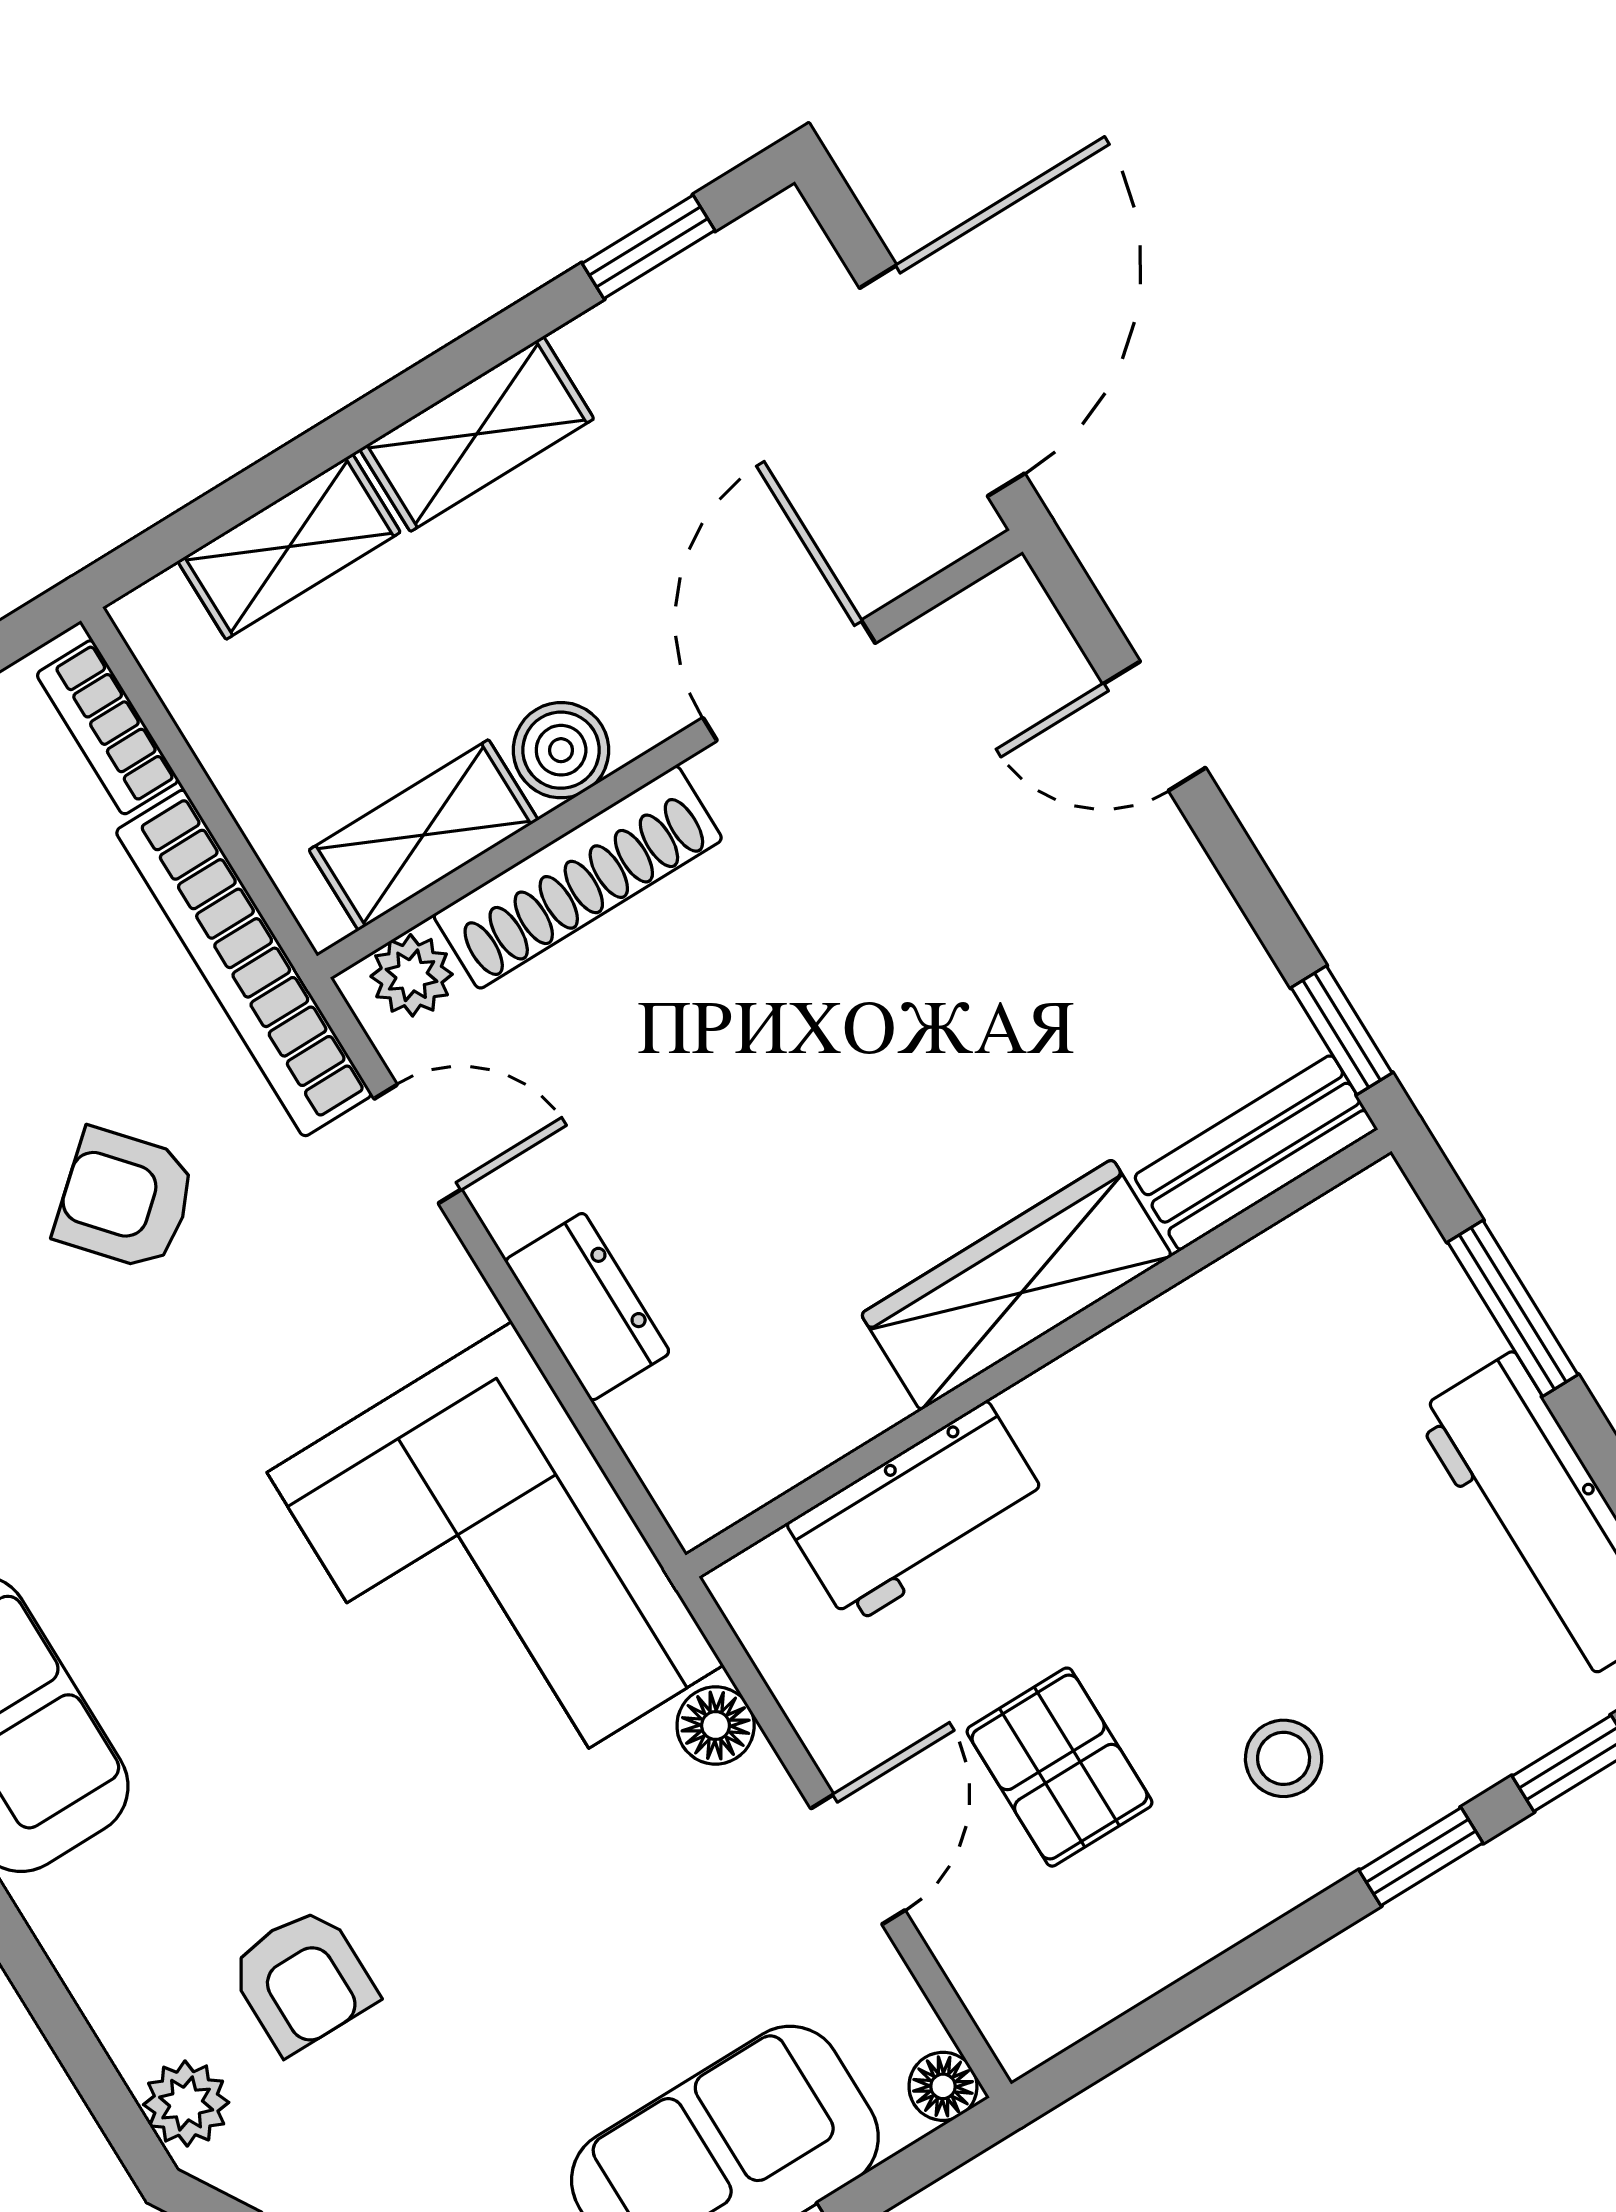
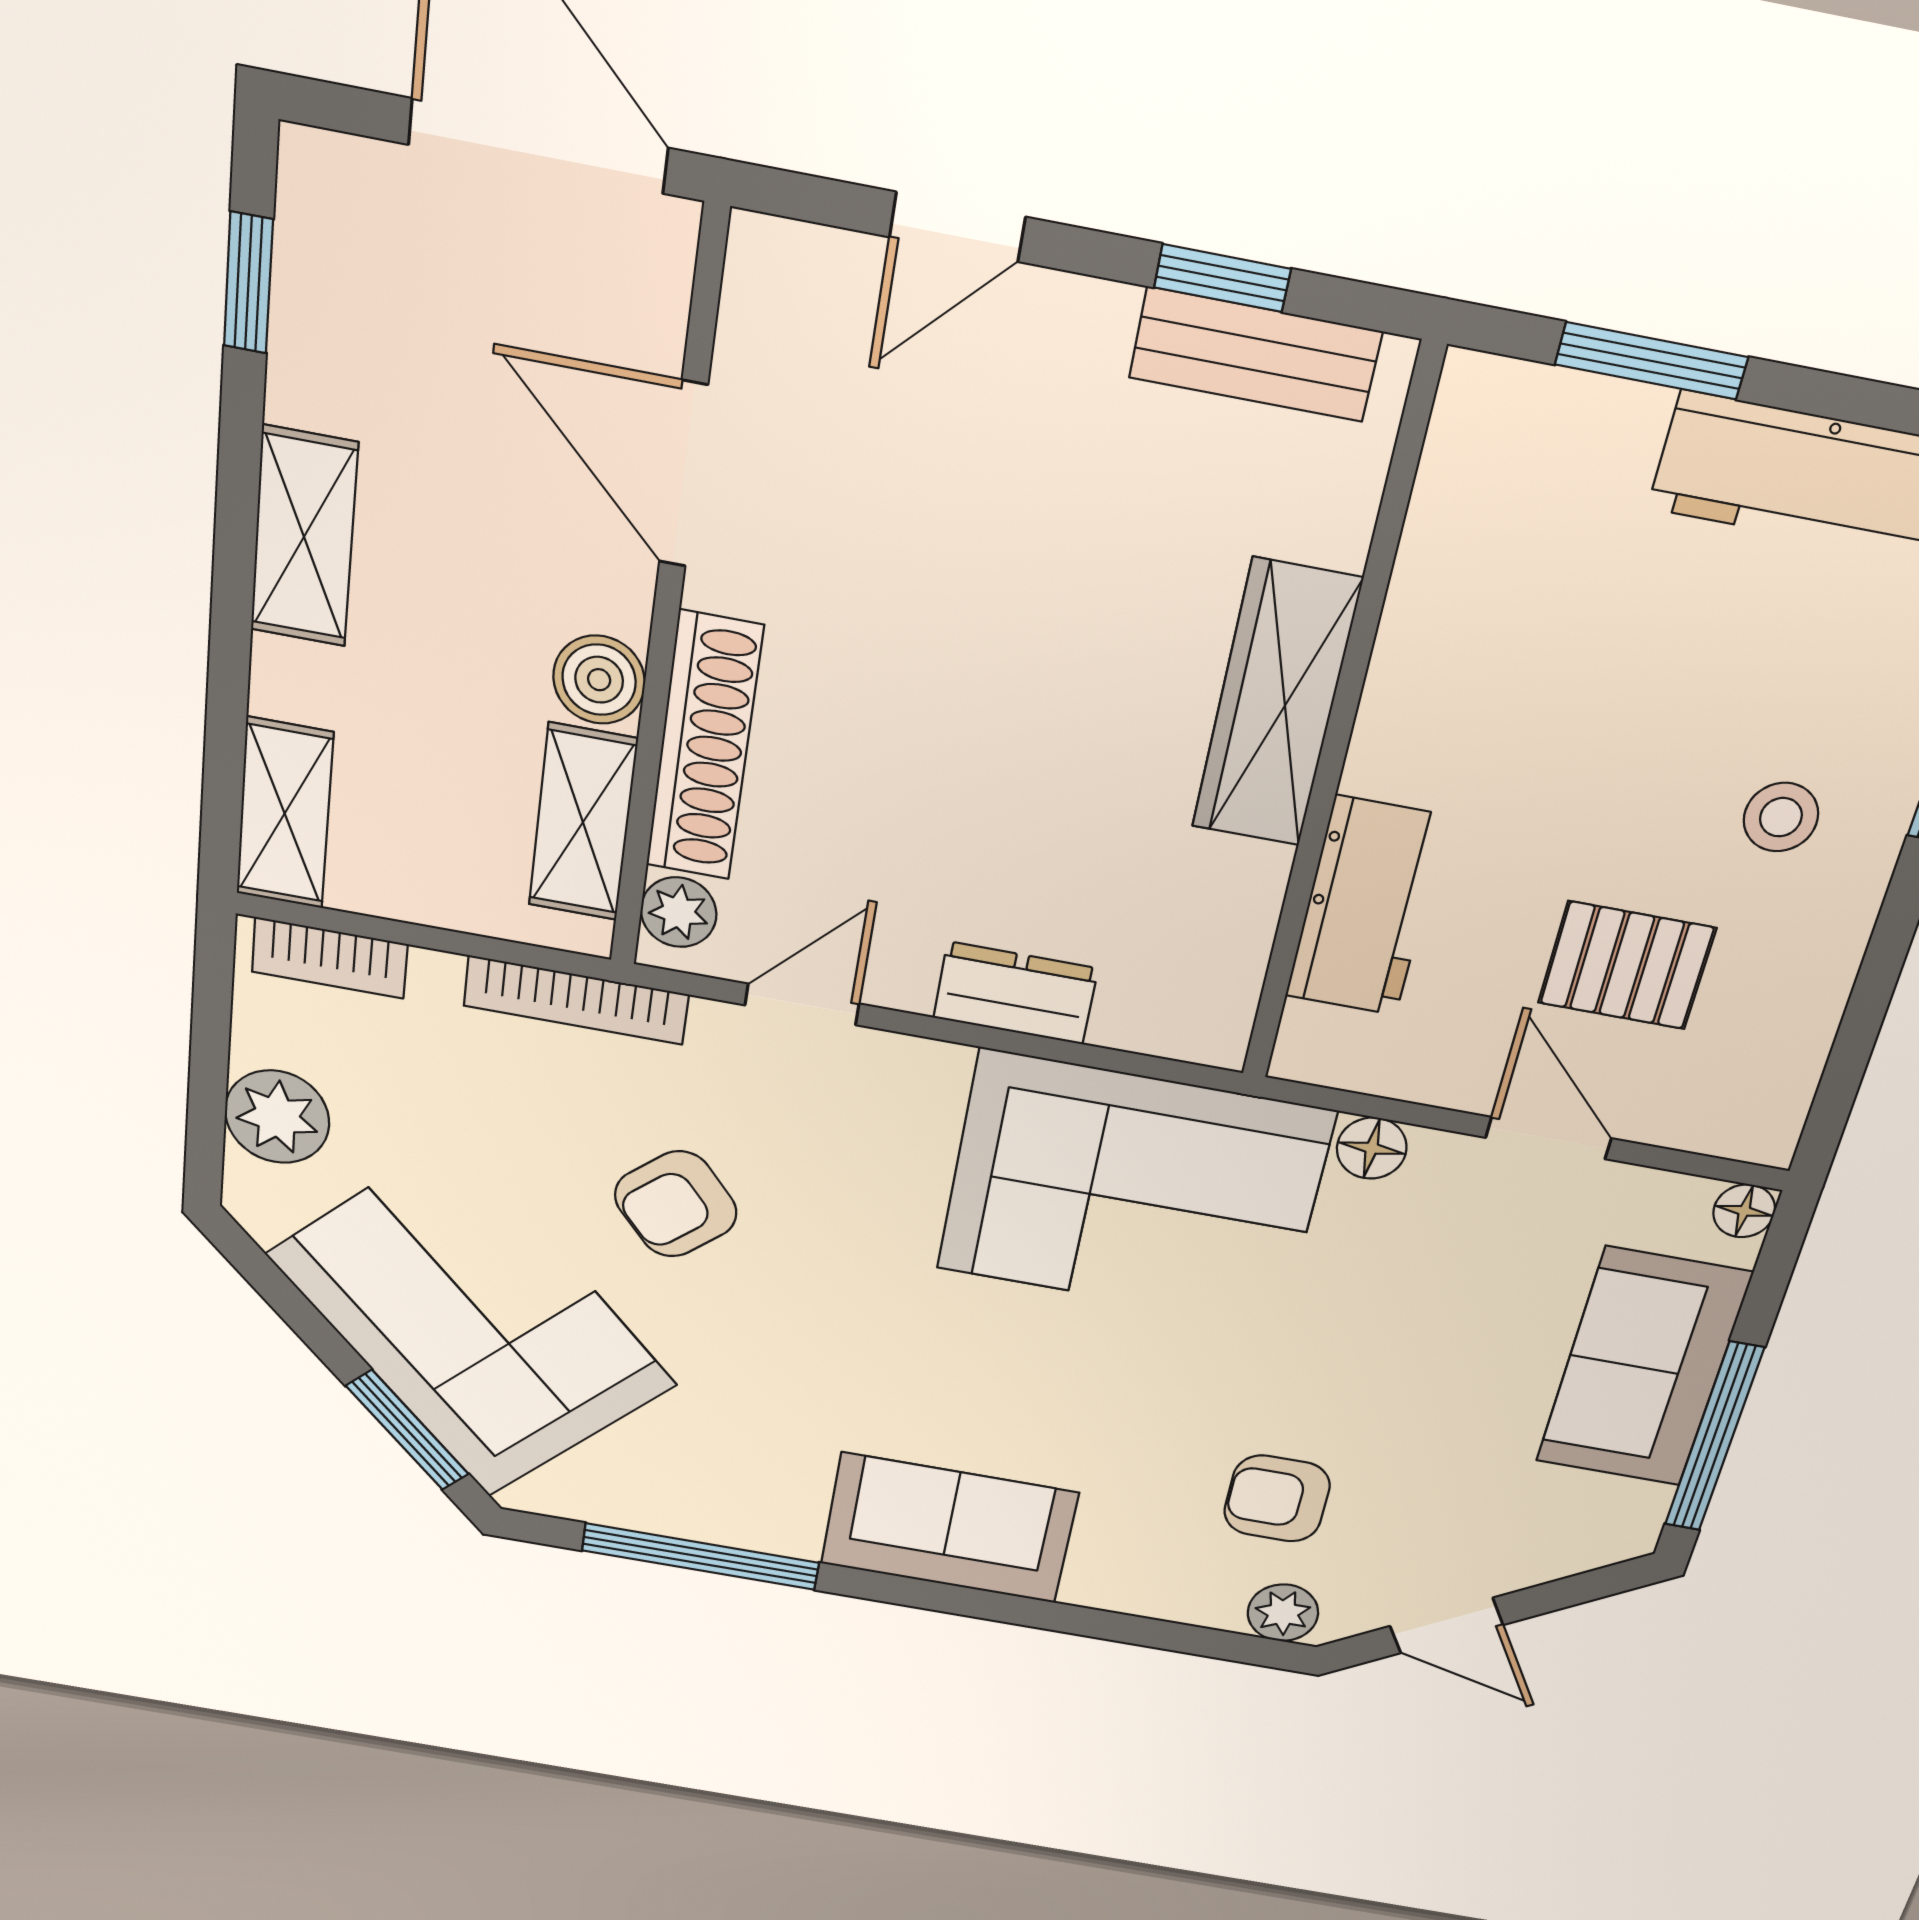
shelving: (289, 547) -> (285, 813), moved
bookcase: (244, 963) -> (576, 1000), width x0.68, depth x0.76
window: (1342, 1030) -> (1222, 278), moved
bench: (1256, 1153) -> (1255, 354), moved, turned 90
armchair: (303, 1980) -> (1277, 1499), turned 180

